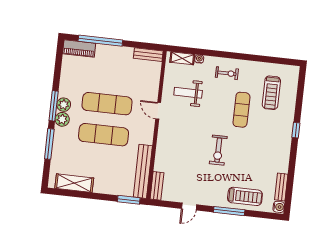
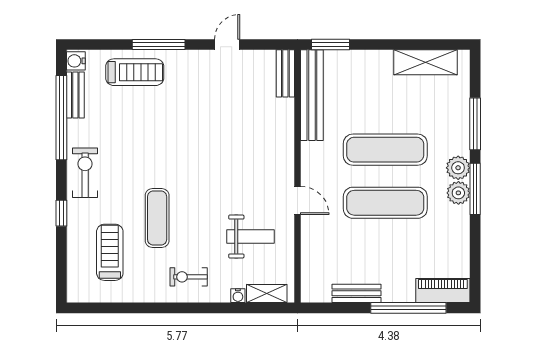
bench: (148, 55) -> (357, 293), moved
window: (296, 130) -> (61, 213), moved
exercise bike: (218, 150) -> (85, 173), moved
window: (291, 175) -> (61, 118), added
treadmill: (245, 196) -> (135, 72), turned 180

